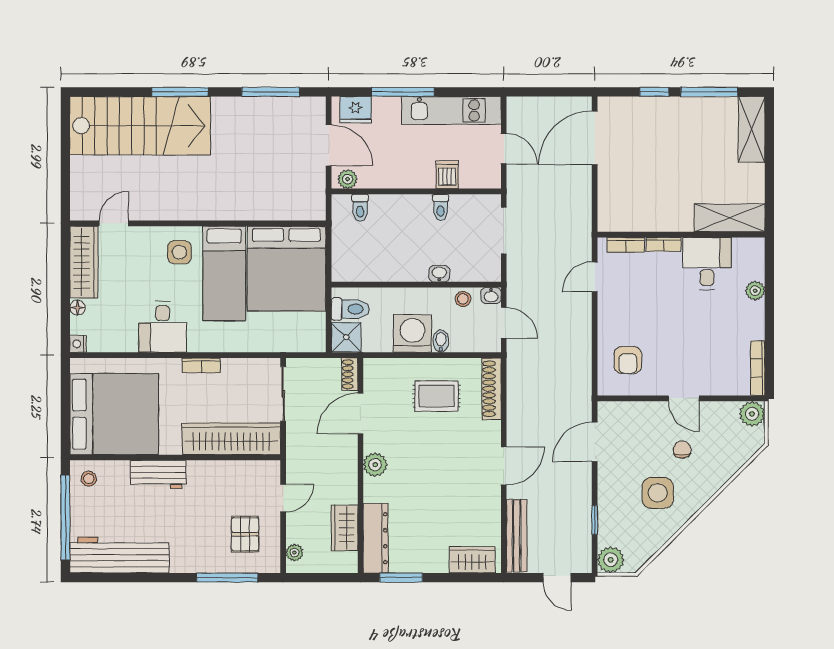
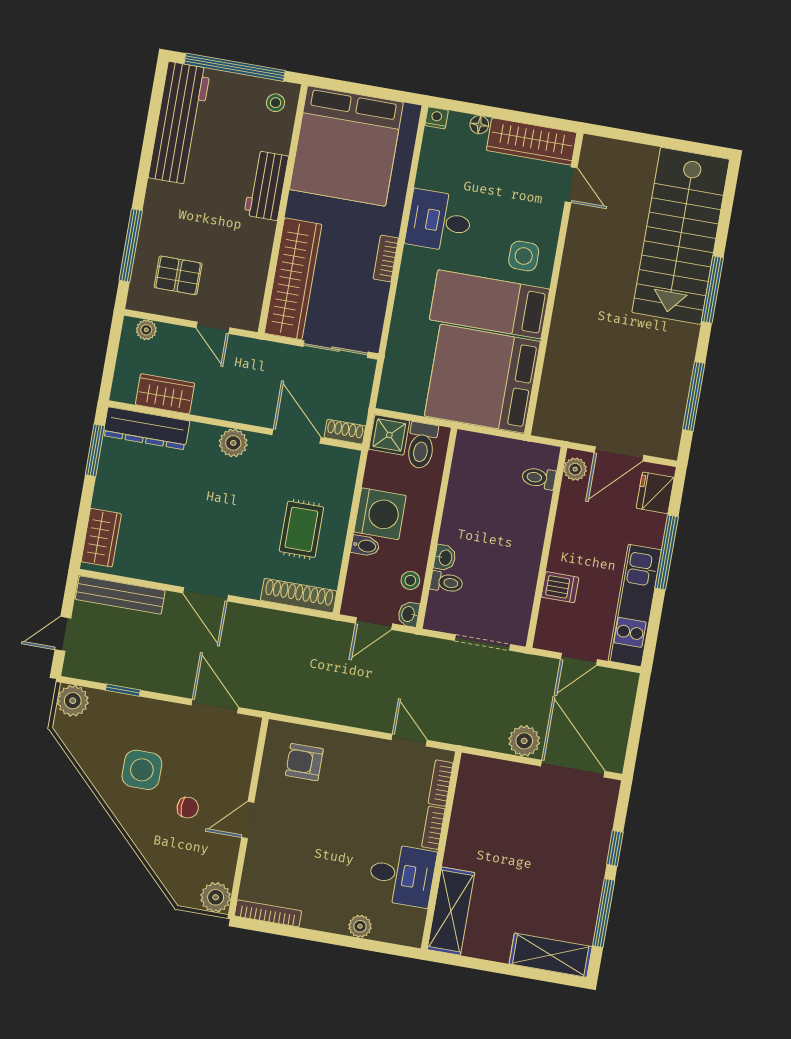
plant: (579, 182) -> (524, 741), added
toilet: (441, 207) -> (447, 582), moved, turned 180

